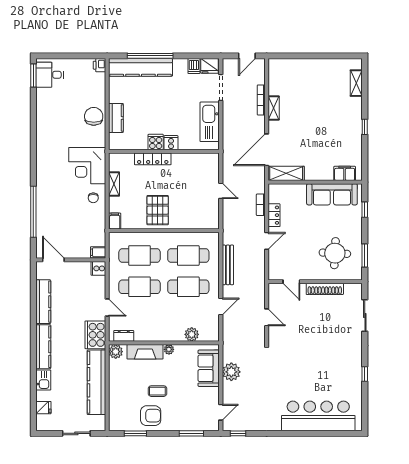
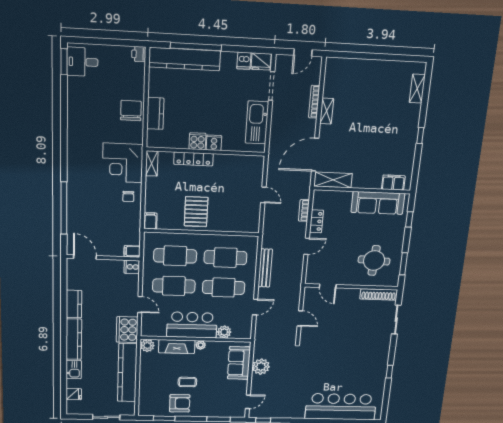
shelving: (114, 184) -> (152, 163), moved
shoe rack: (325, 289) -> (379, 294), moved
kitchen counter: (43, 302) -> (74, 304), width x0.67
bar counter: (159, 328) -> (192, 325), added
dresser: (124, 336) -> (156, 331), removed

